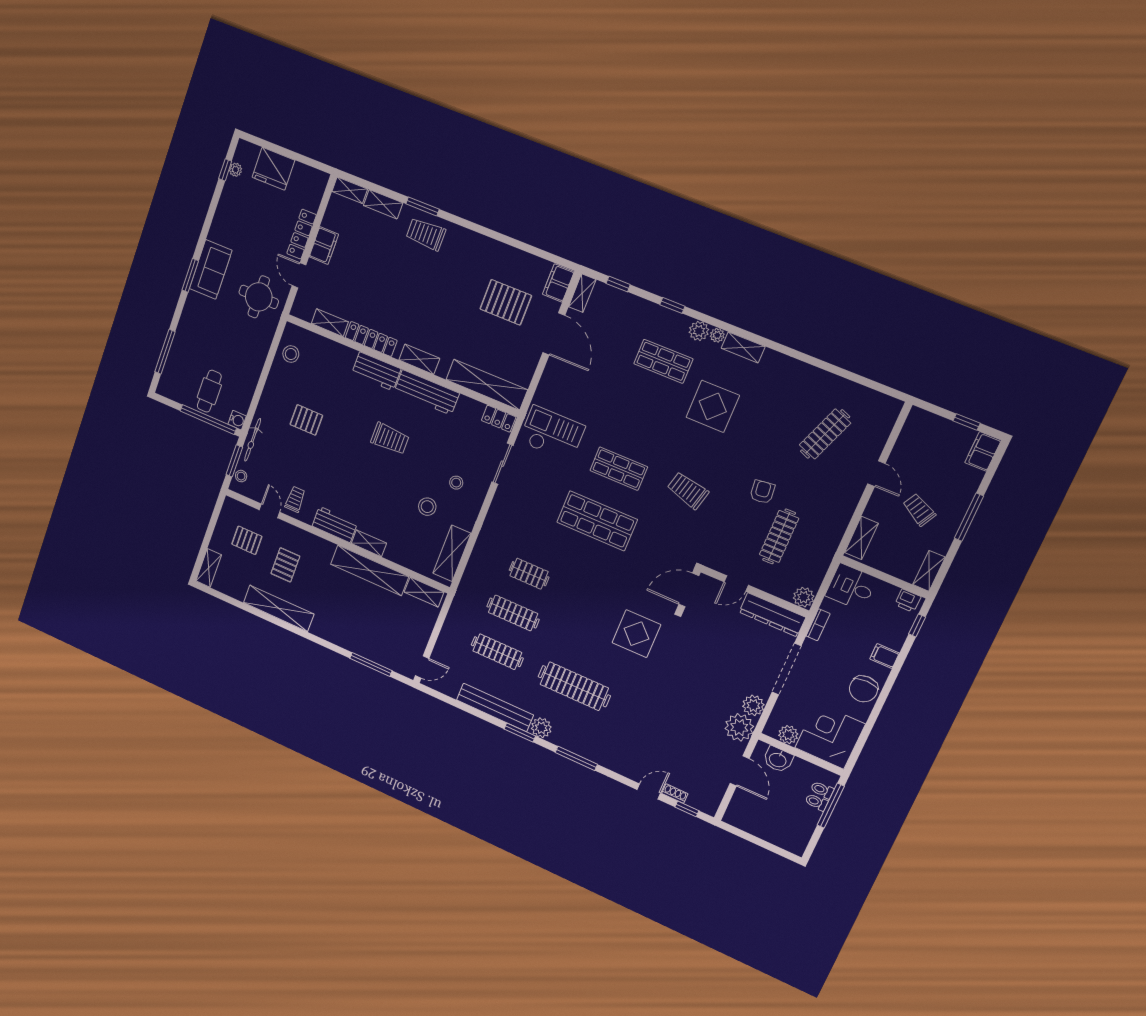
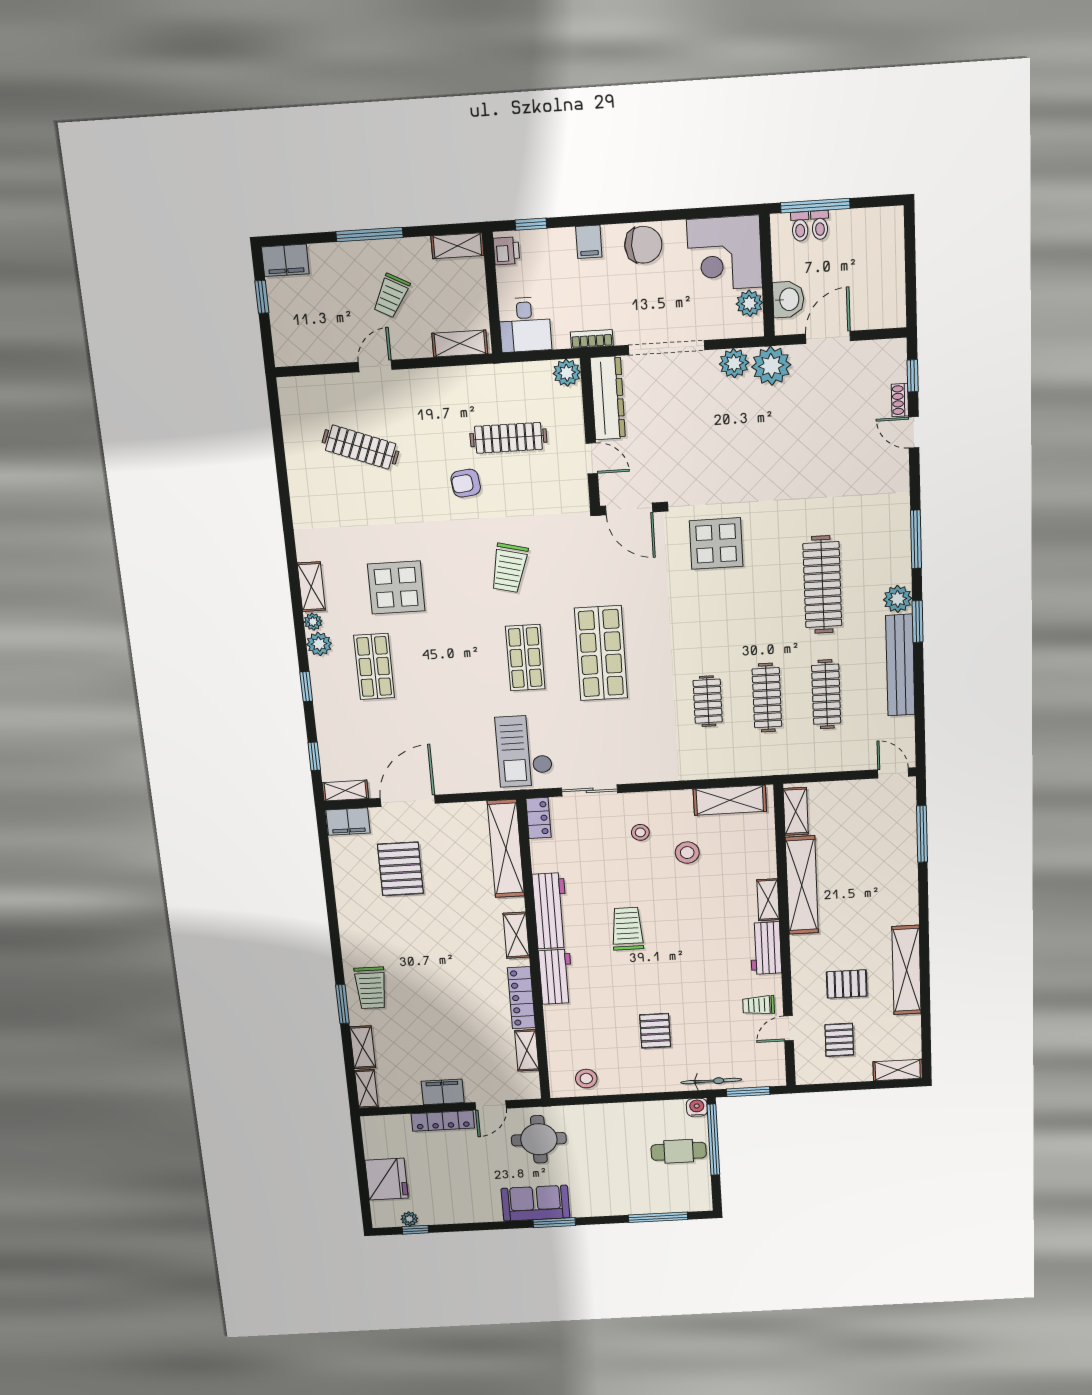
stool: (241, 476) -> (763, 1077), removed

